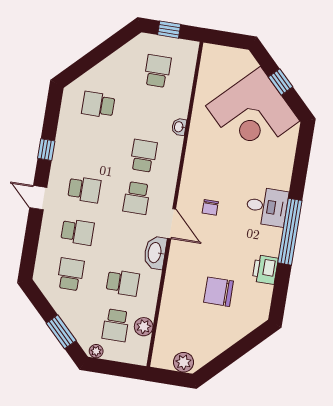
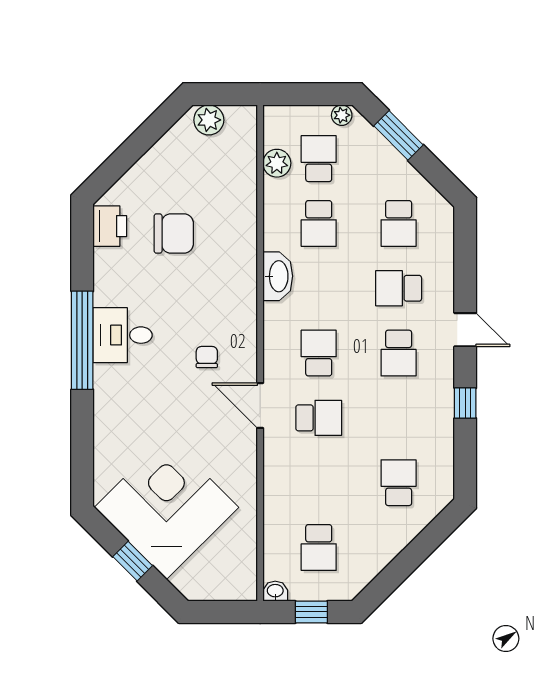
school desk: (98, 105) -> (399, 483), turned -90
washbasin: (179, 127) -> (275, 591), moved, turned -90
school desk: (144, 156) -> (319, 418), turned -90
school desk: (84, 189) -> (399, 353), turned -90
desk: (267, 207) -> (123, 335), moved
door: (172, 224) -> (260, 405), moved
printer: (265, 270) -> (110, 226), moved
school desk: (123, 283) -> (319, 223), turned -90

